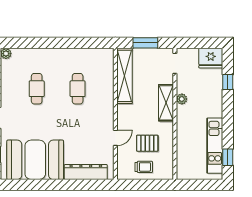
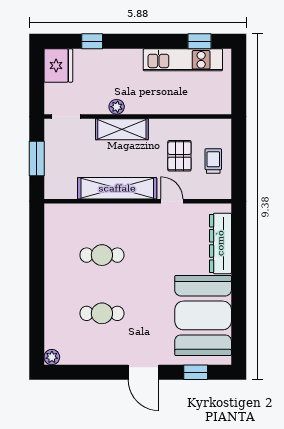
shelving: (124, 76) -> (117, 188), moved

